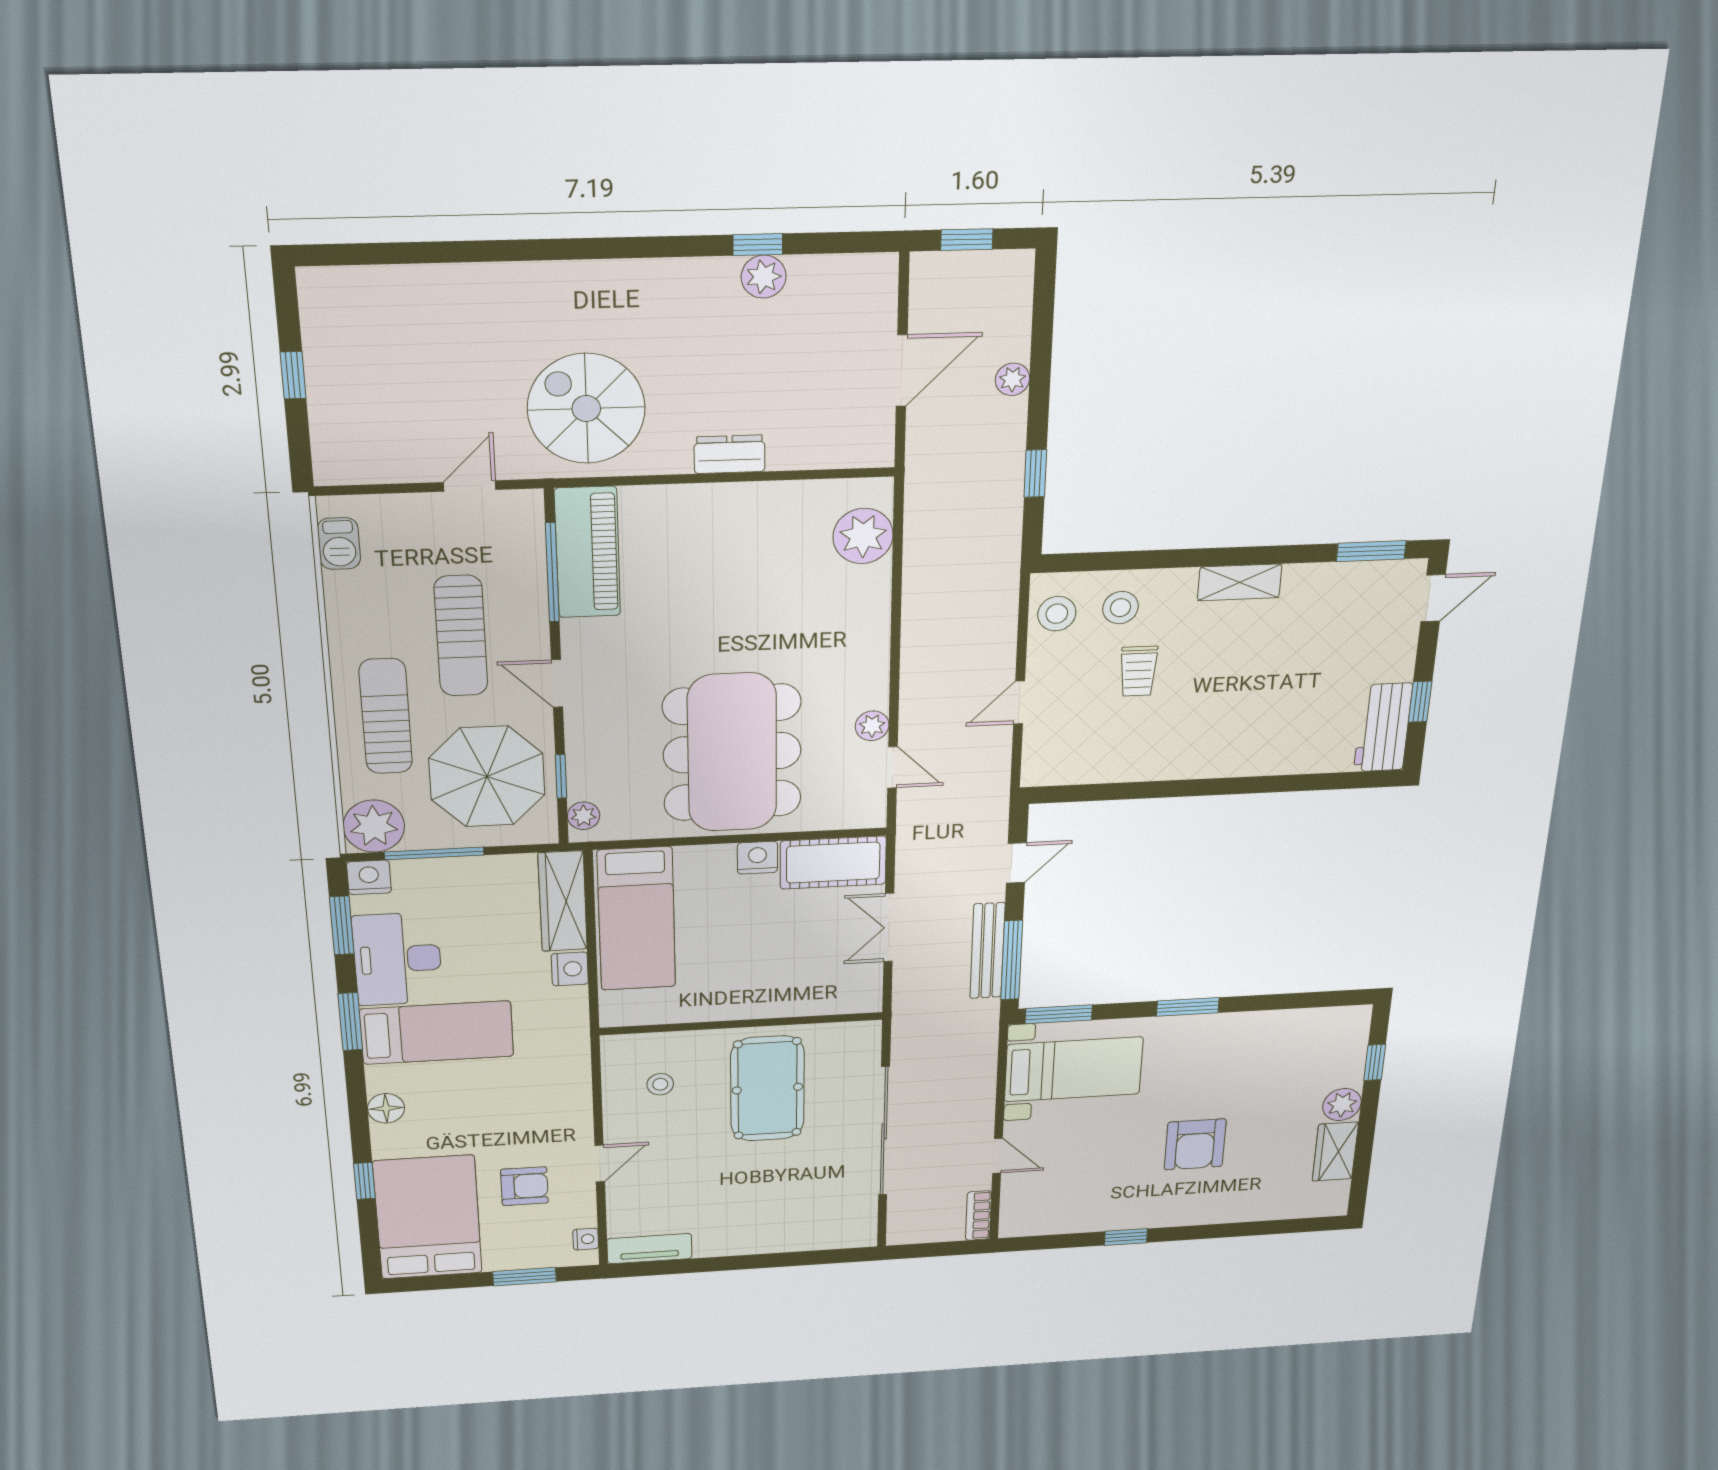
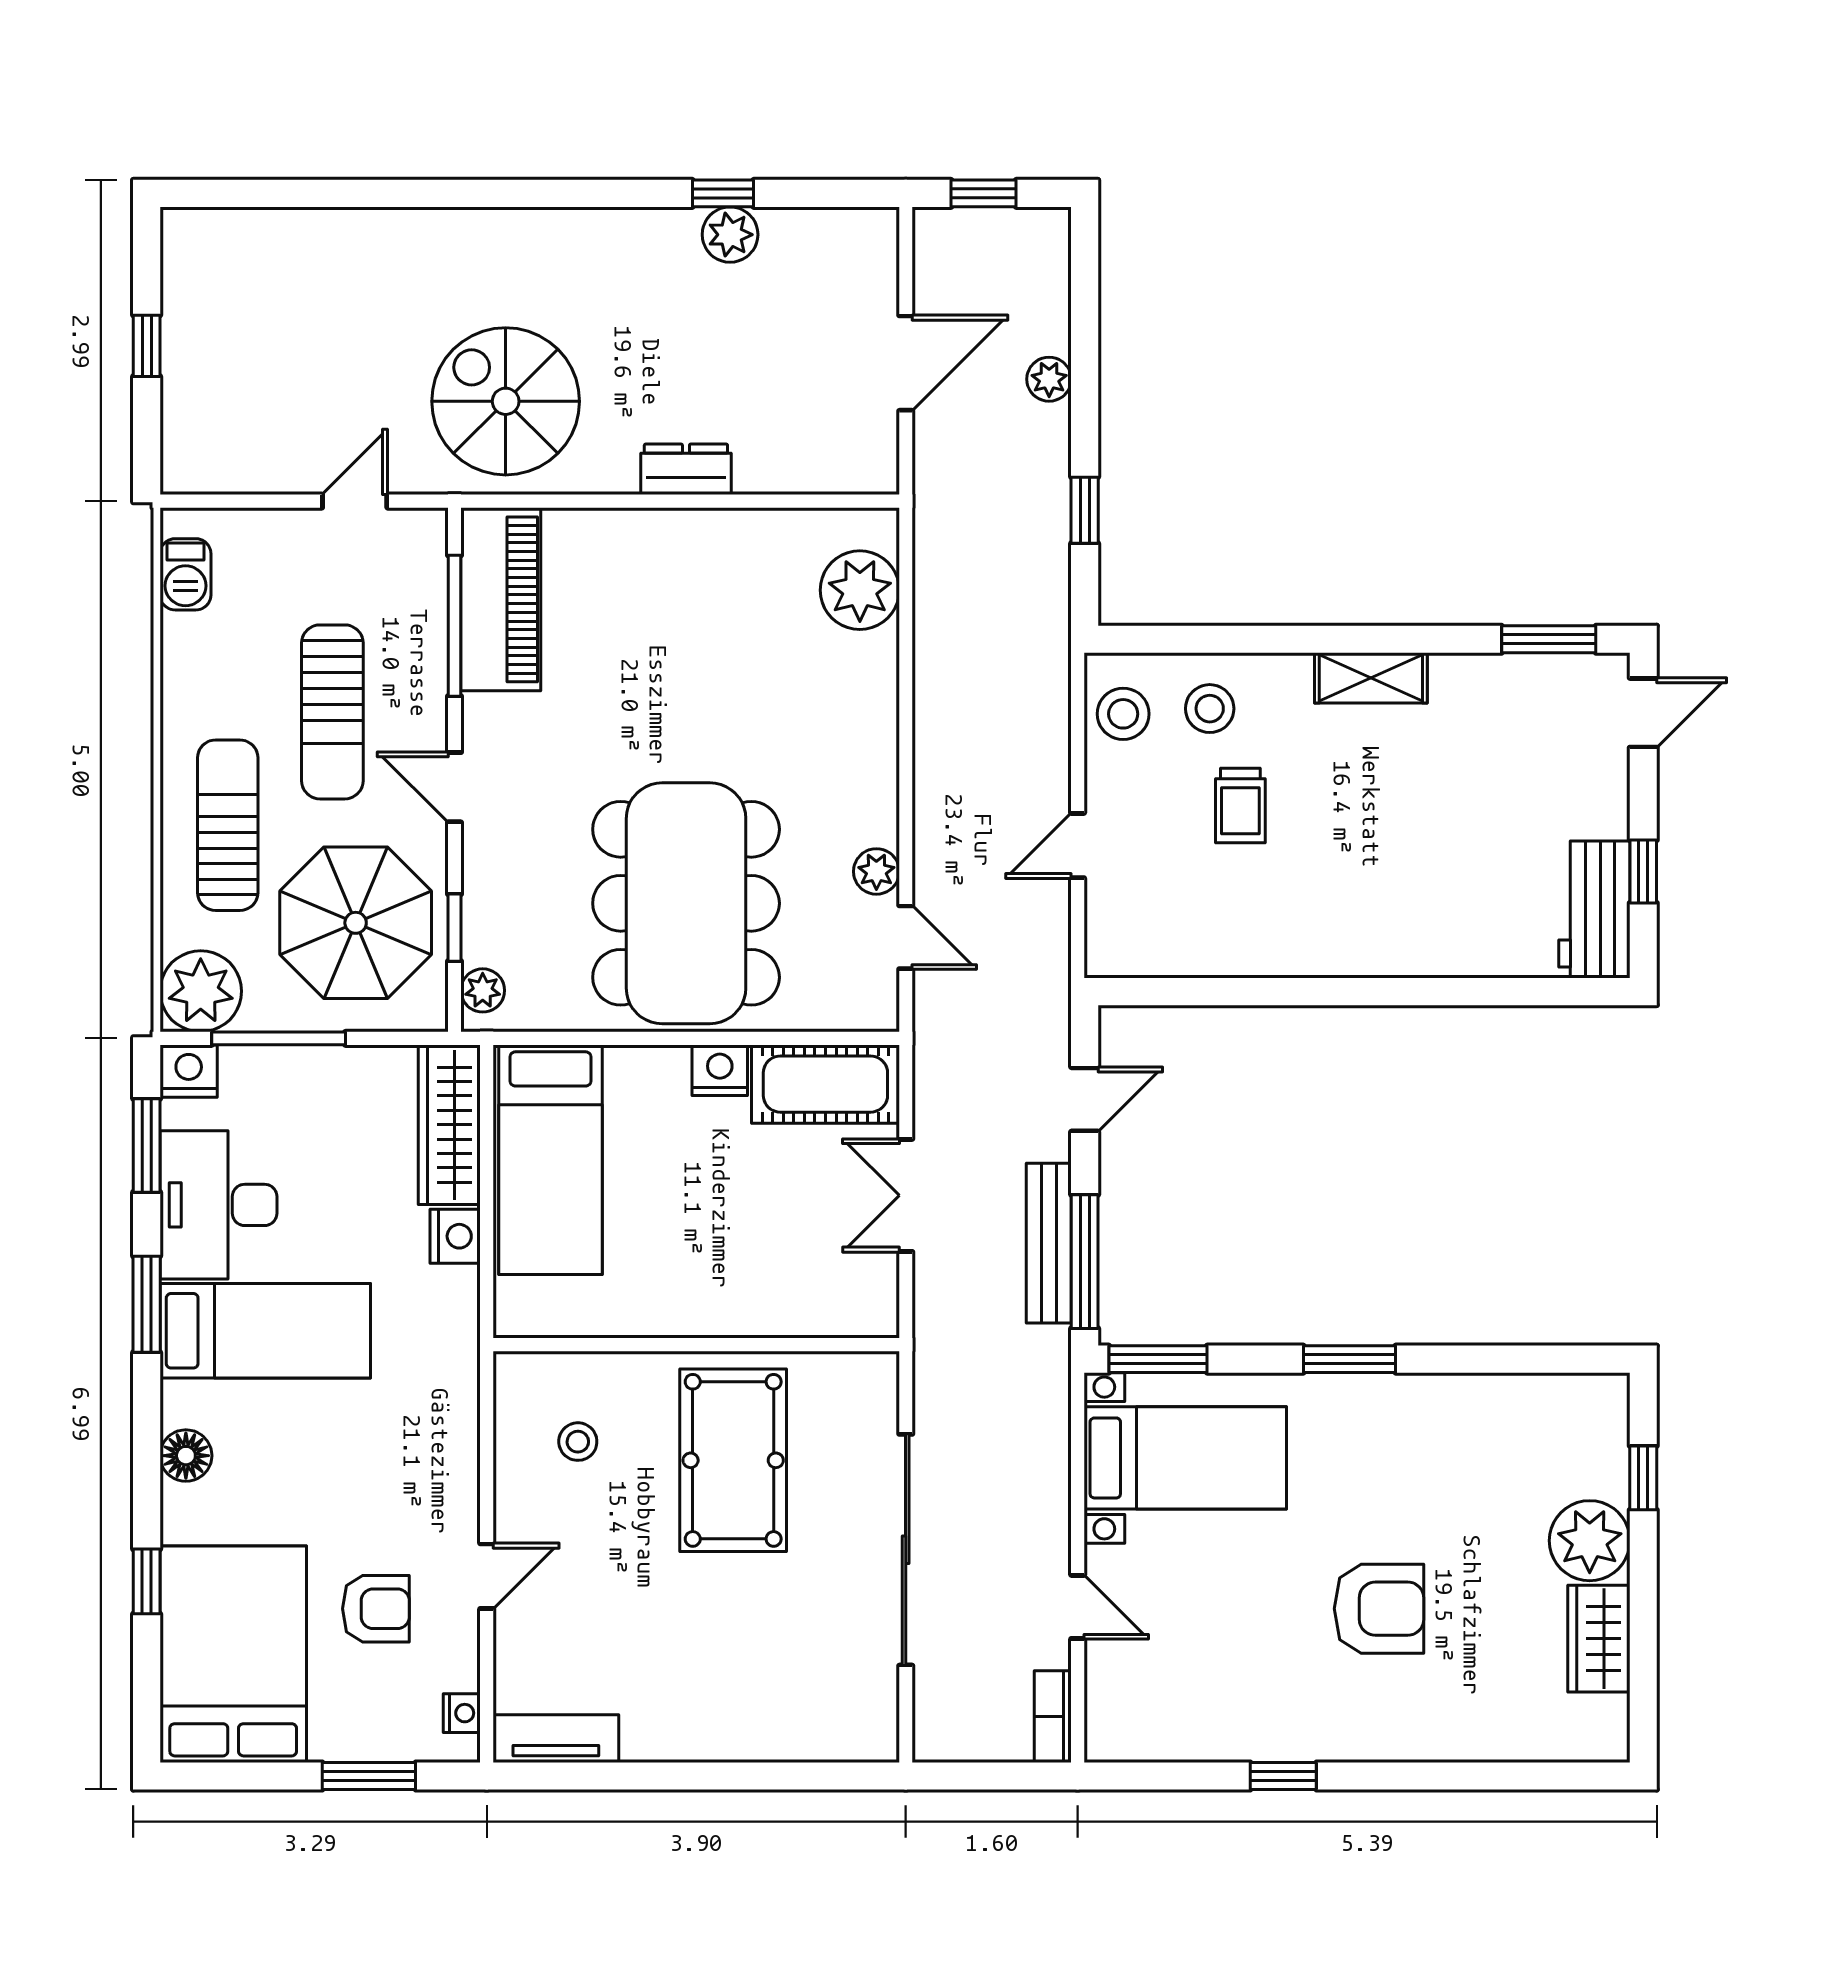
plant: (1342, 1105) -> (1590, 1541), width x1.36, depth x1.36
armchair: (1195, 1144) -> (1379, 1609), turned -90

